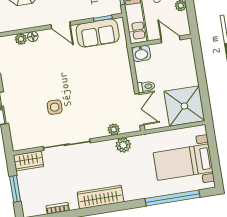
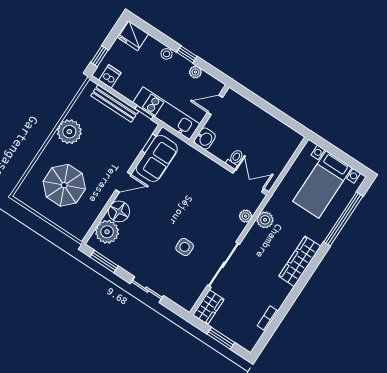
floor lamp: (33, 36) -> (119, 211), width x1.89, depth x1.89
plant: (21, 39) -> (107, 232), width x1.87, depth x1.87
shower: (184, 106) -> (278, 142), removed
wardrobe: (100, 197) -> (300, 261), moved

